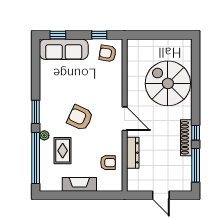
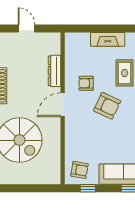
door: (125, 119) -> (63, 105), hinge flipped
armchair: (108, 163) -> (86, 83), moved

